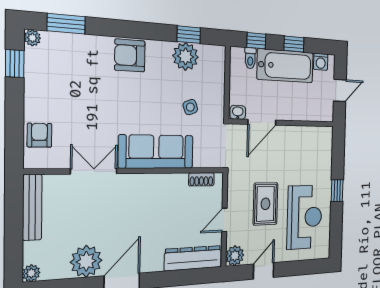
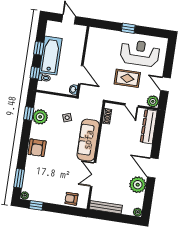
washing machine: (321, 62) -> (50, 31), removed

